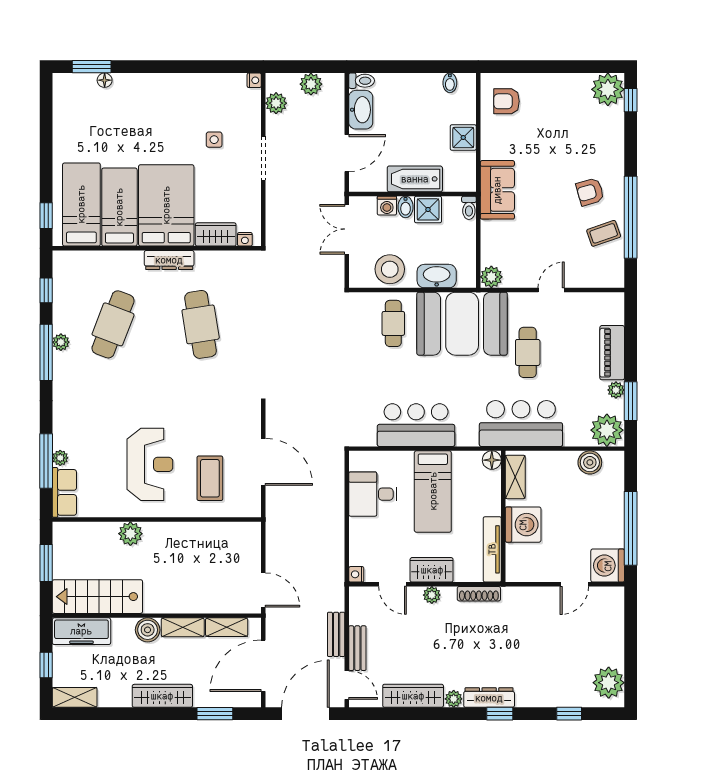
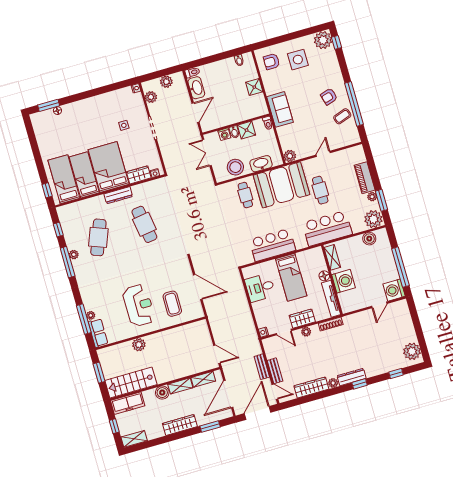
side table: (554, 111) -> (298, 60), added
bathtub: (415, 179) -> (235, 116), removed
floor lamp: (492, 460) -> (324, 276), moved

